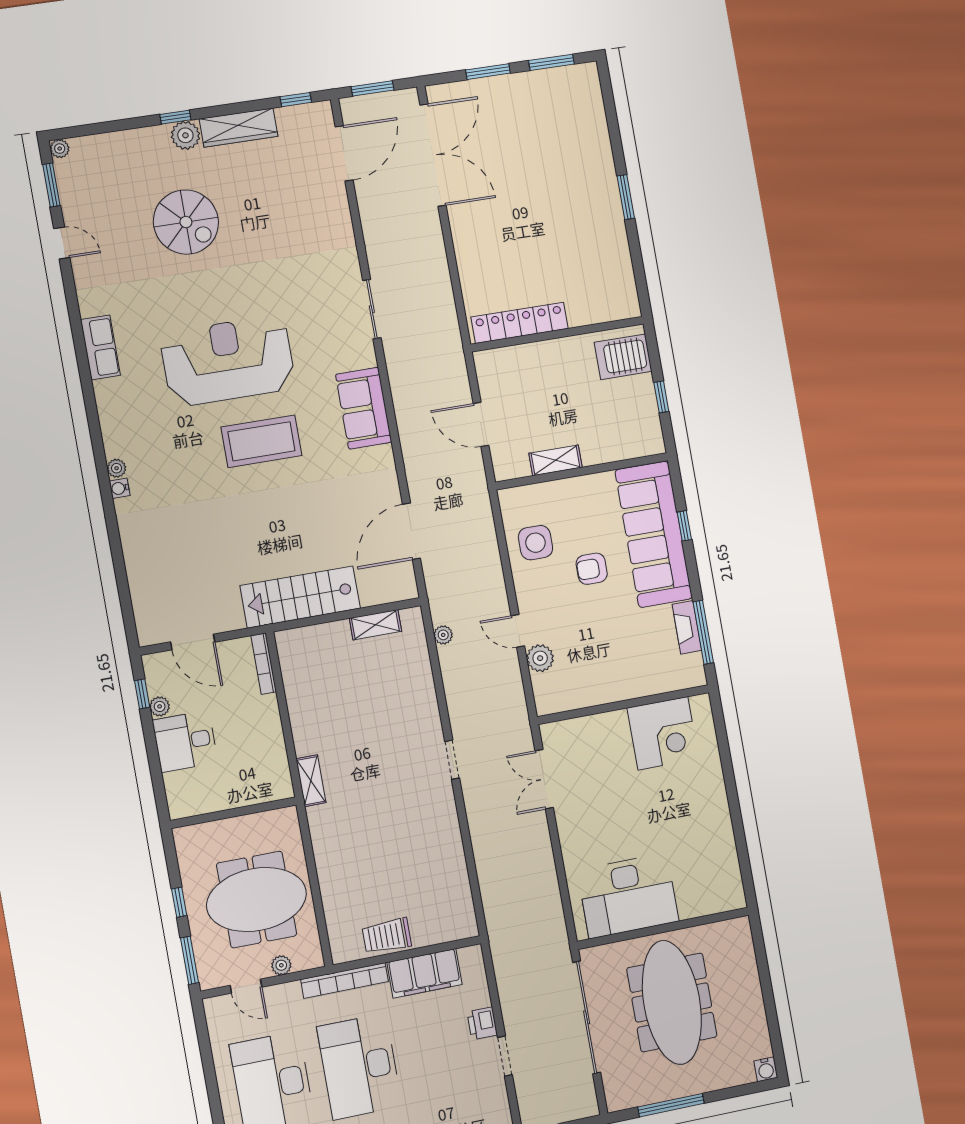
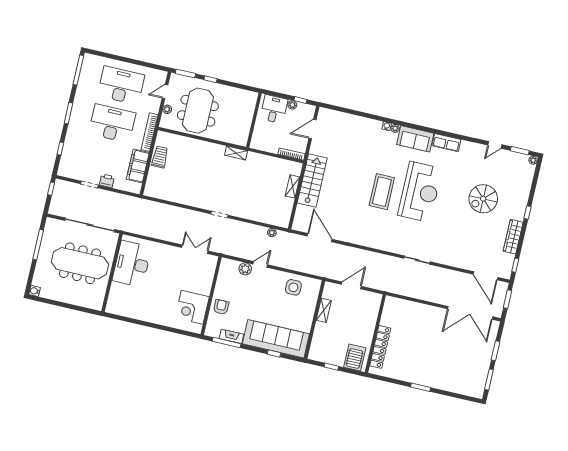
plant: (185, 135) -> (518, 214), removed
locker: (520, 323) -> (380, 347), moved
sofa: (364, 408) -> (415, 139), moved, turned 180
armchair: (592, 569) -> (221, 307), moved
shelving: (375, 625) -> (293, 186), moved
wall: (233, 813) -> (254, 120), moved

